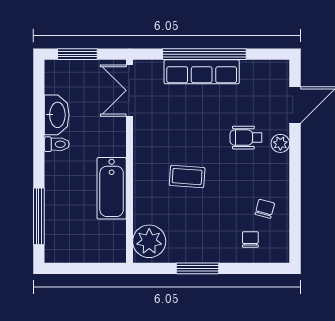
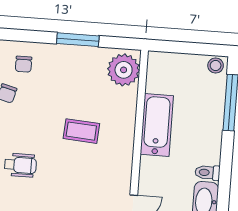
stool: (57, 253) -> (216, 66), added

